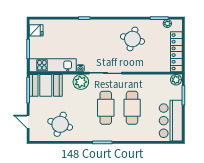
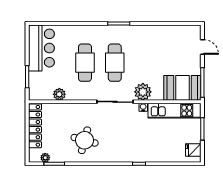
plant: (176, 80) -> (59, 94), moved
round table: (60, 124) -> (166, 44), removed

